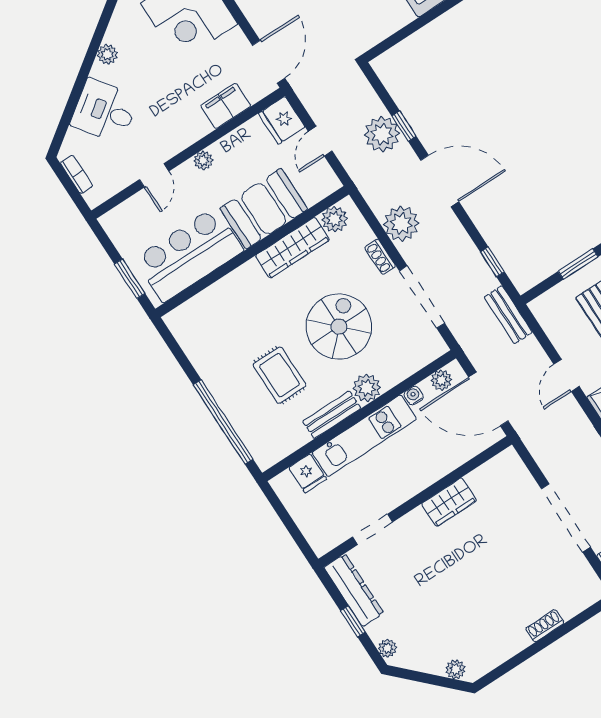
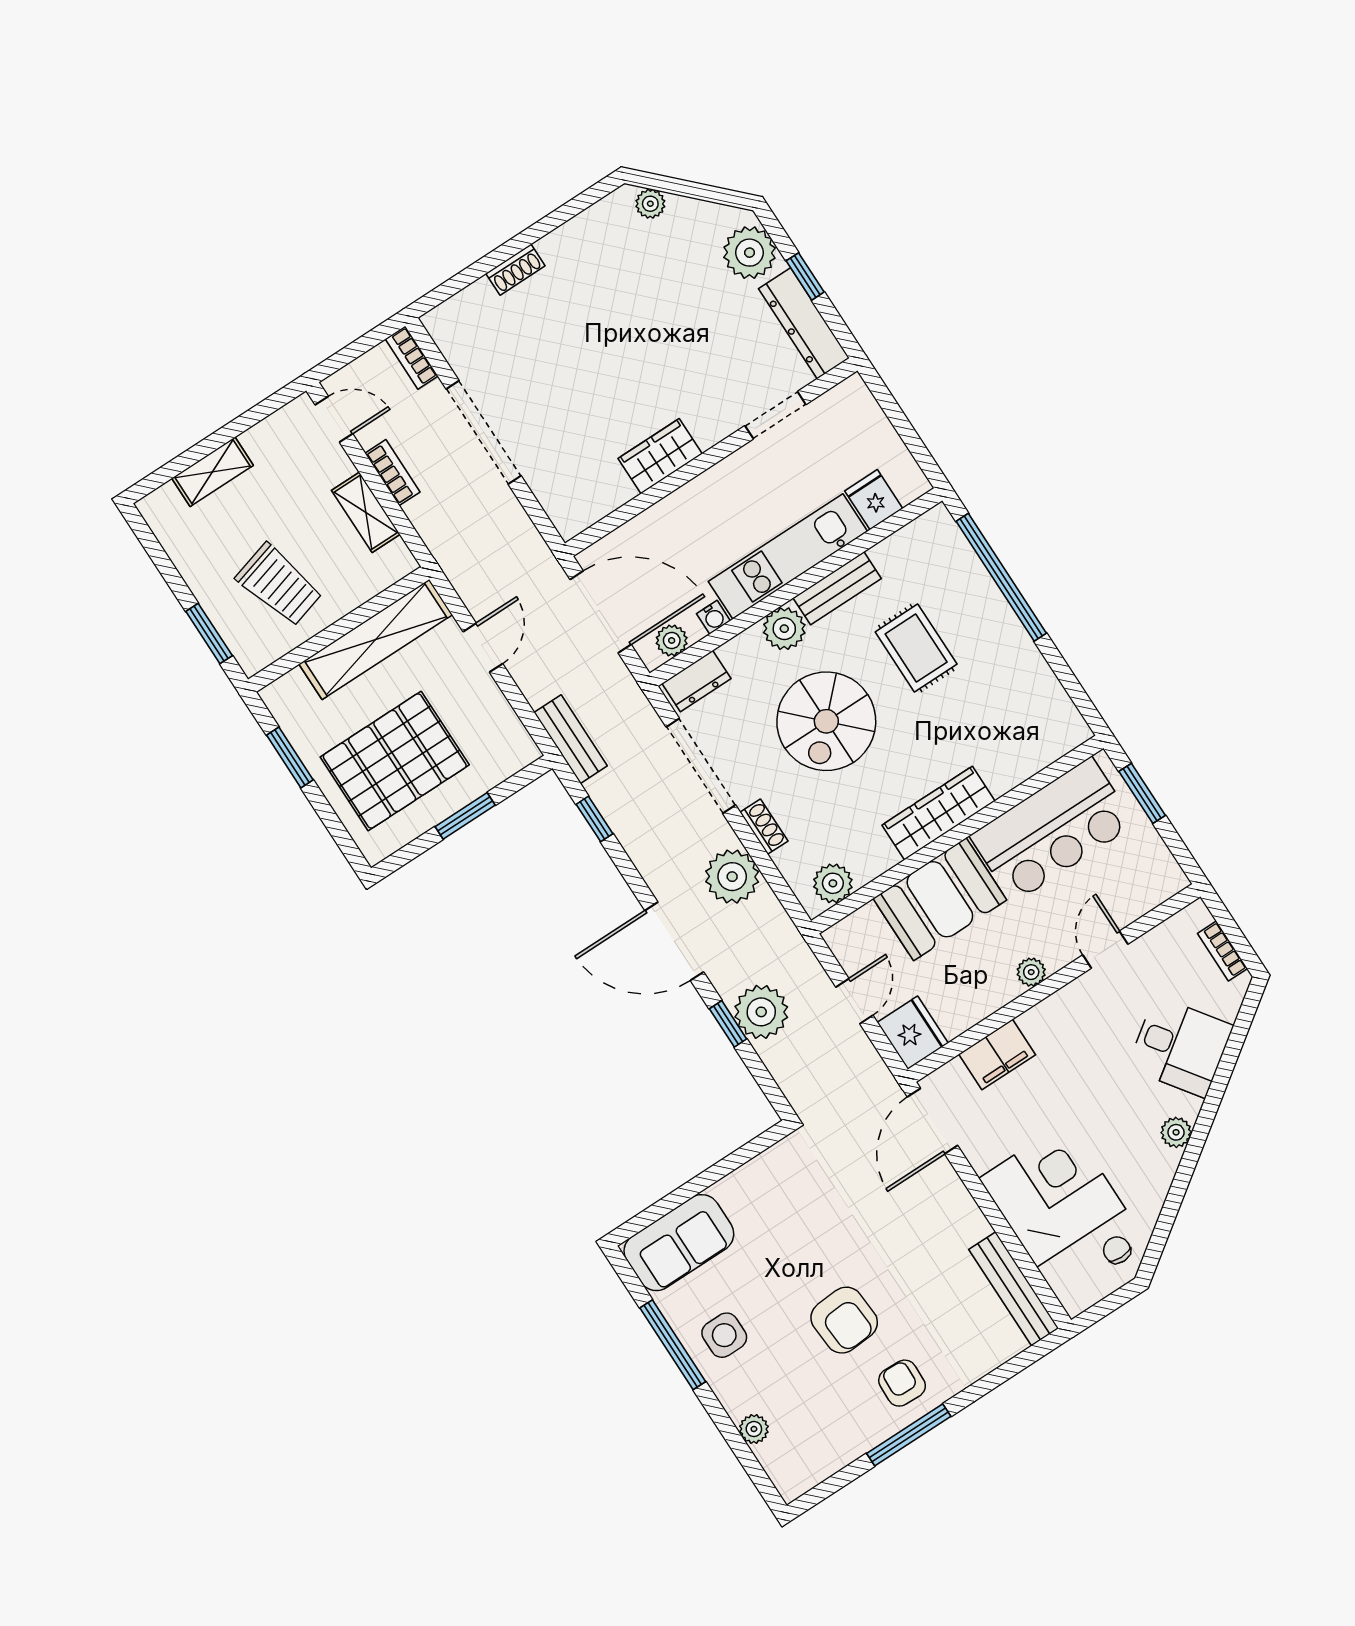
wardrobe: (292, 248) -> (938, 813), moved
dresser: (425, 353) -> (696, 681), added
plant: (387, 648) -> (750, 253), width x1.87, depth x1.87

